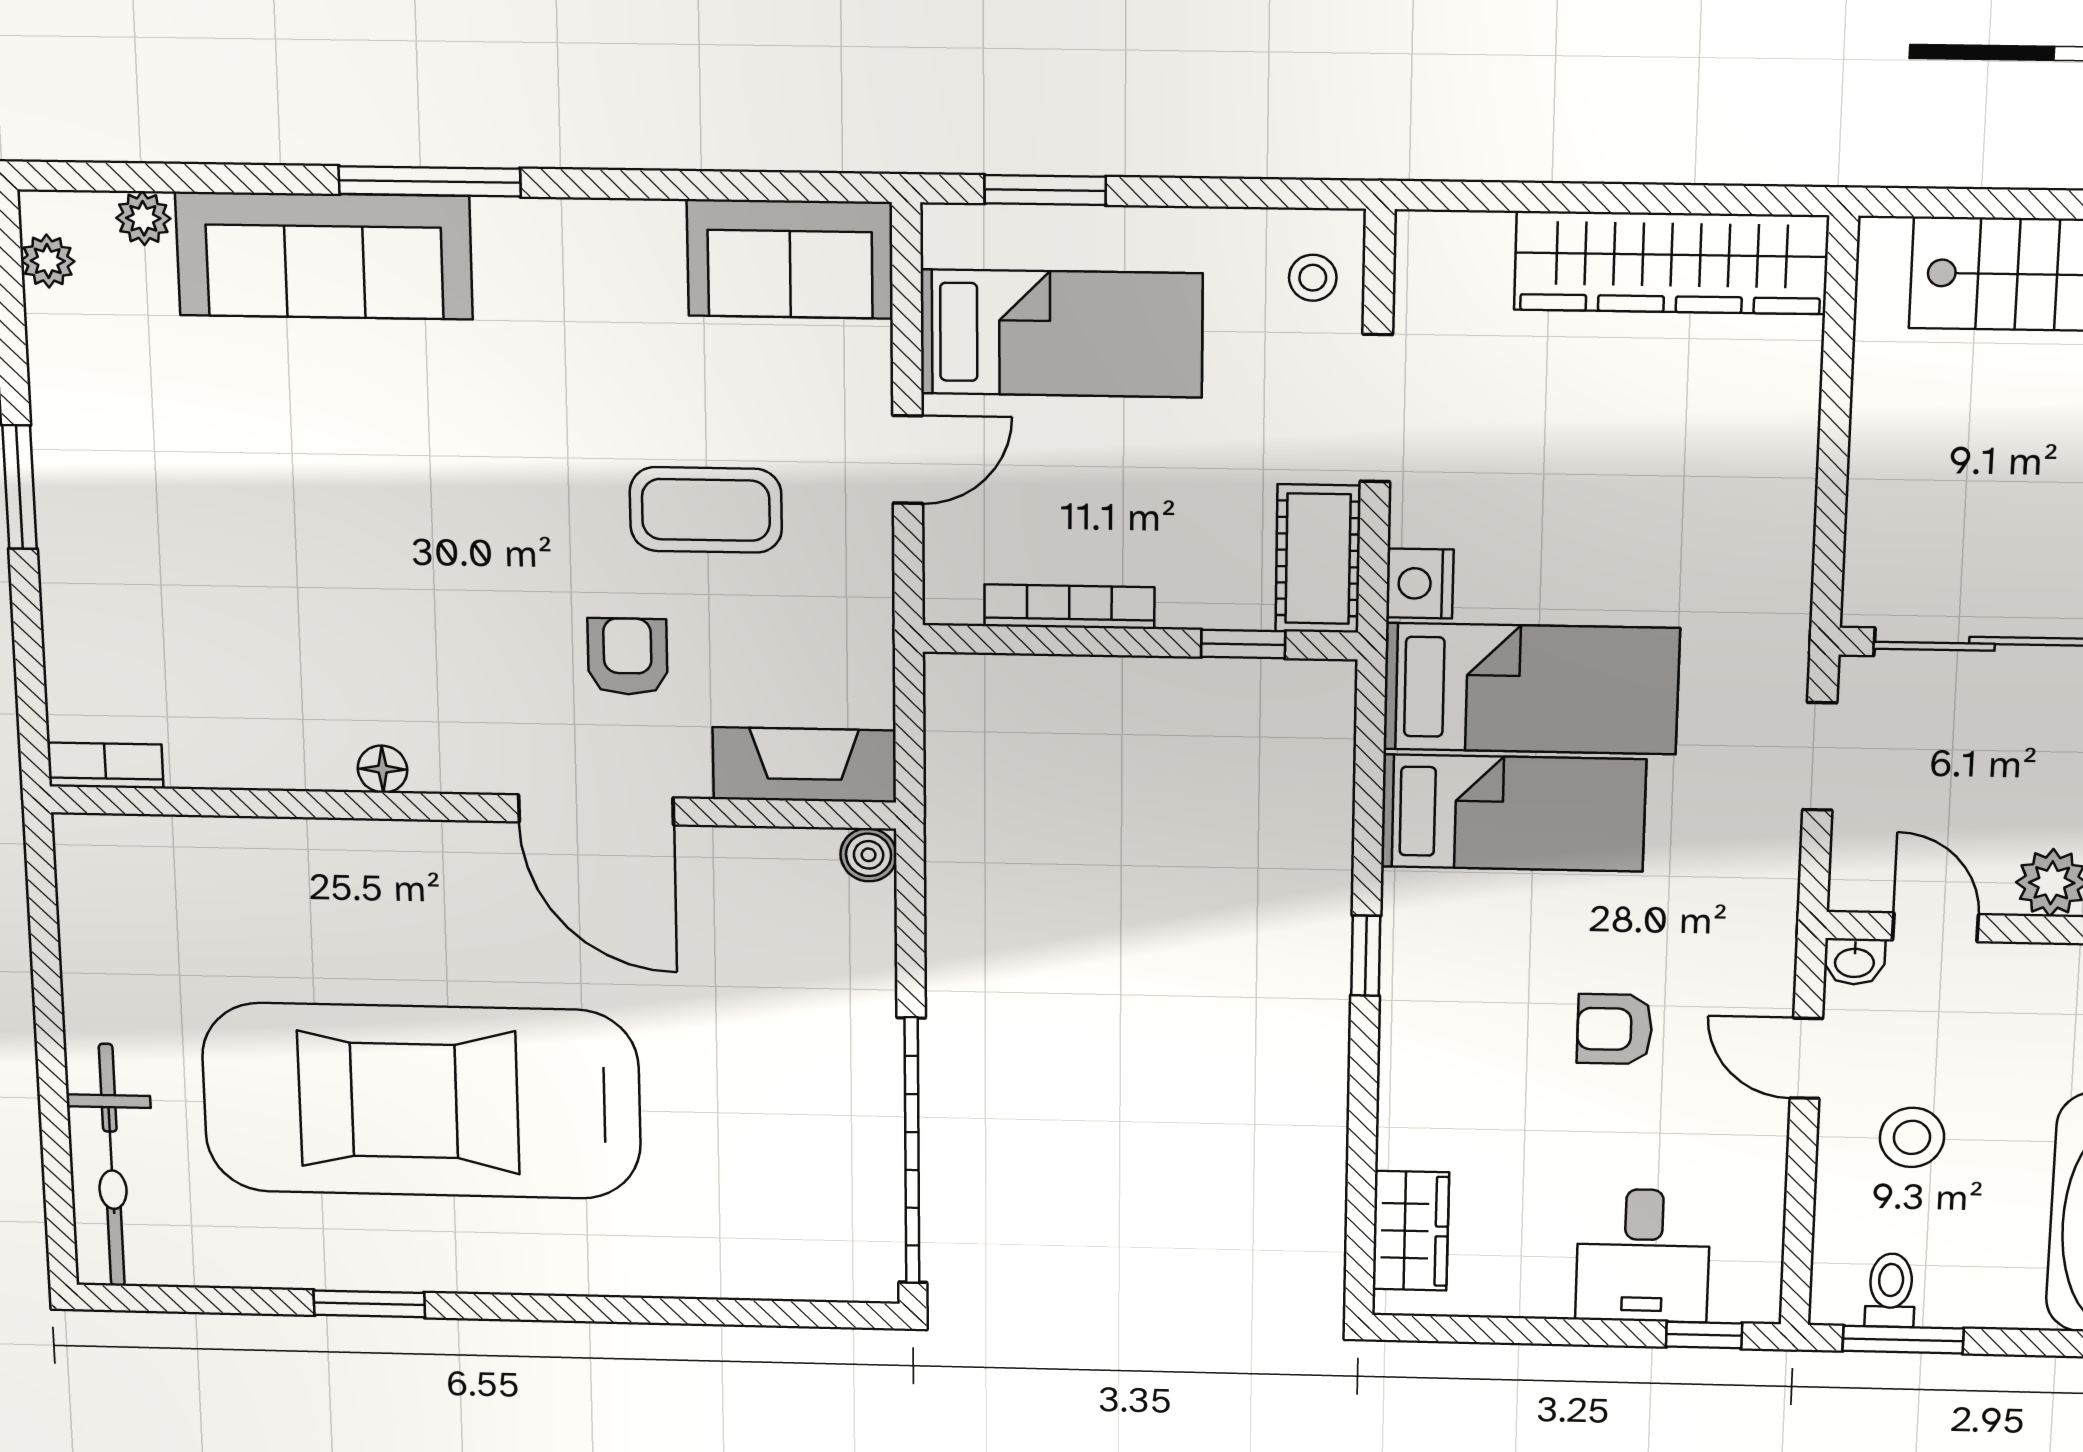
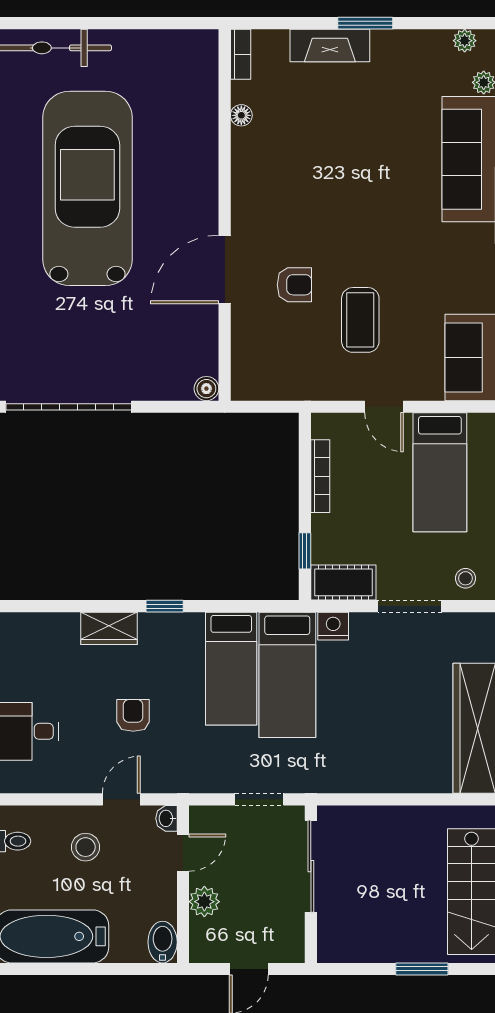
fireplace: (805, 765) -> (330, 45), moved, turned 90
floor lamp: (382, 769) -> (241, 115), moved
wardrobe: (1411, 1231) -> (109, 628), moved

